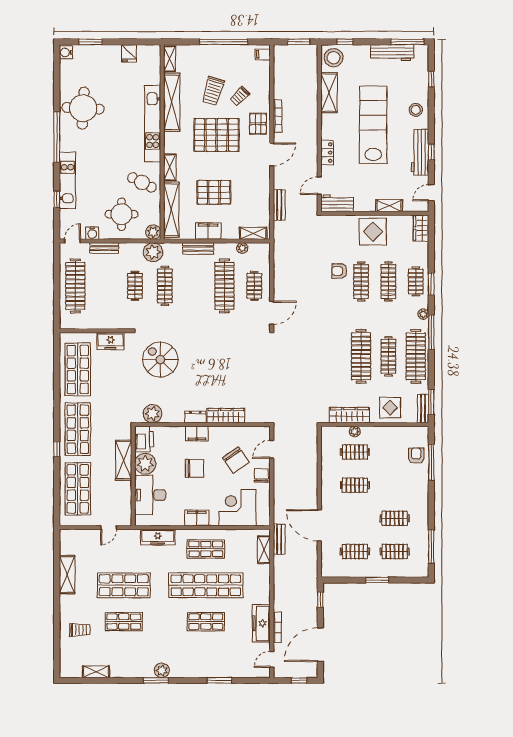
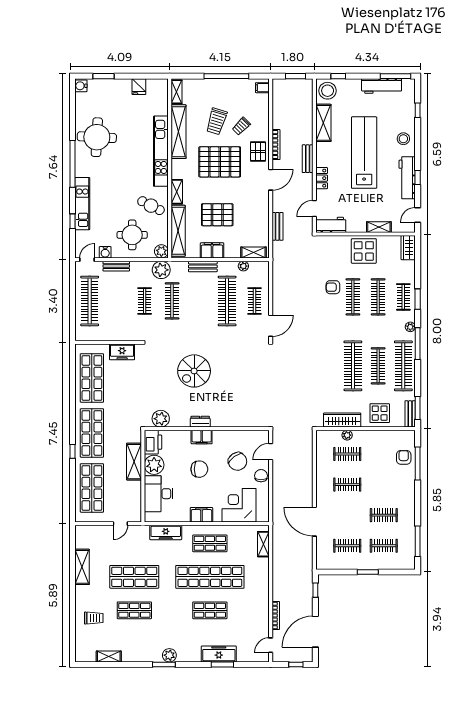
spiral stairs: (160, 360) -> (194, 371), moved, turned -90
wardrobe: (226, 416) -> (228, 421), removed
bench: (279, 539) -> (308, 159), moved
freezer: (261, 623) -> (219, 654), moved, turned 90

